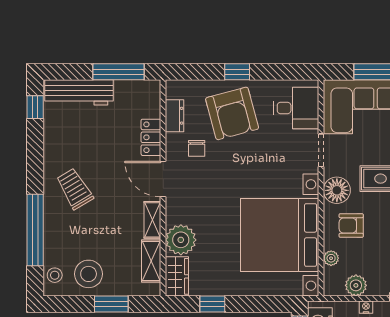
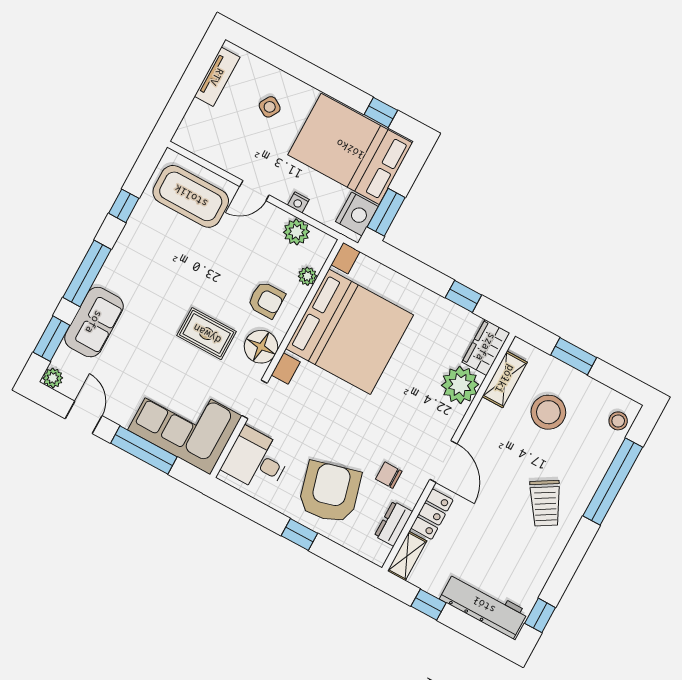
window: (119, 72) -> (429, 605), width x0.46
chair: (197, 148) -> (389, 475), turned -90
shelving: (152, 220) -> (407, 556), moved
stool: (89, 274) -> (548, 412), moved

